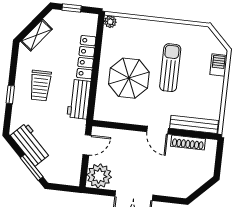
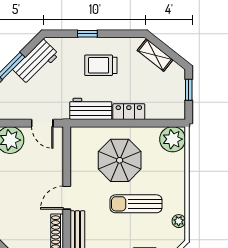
plant: (110, 22) -> (173, 139), width x1.88, depth x1.88
plant: (190, 30) -> (179, 221), added
locker: (86, 57) -> (129, 112), width x0.66
sun lounger: (170, 68) -> (136, 204), turned 180

